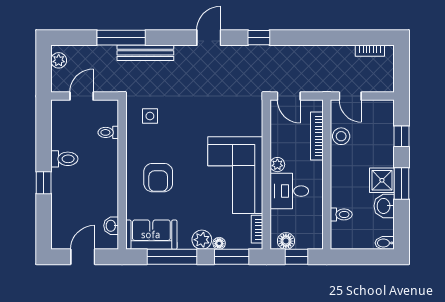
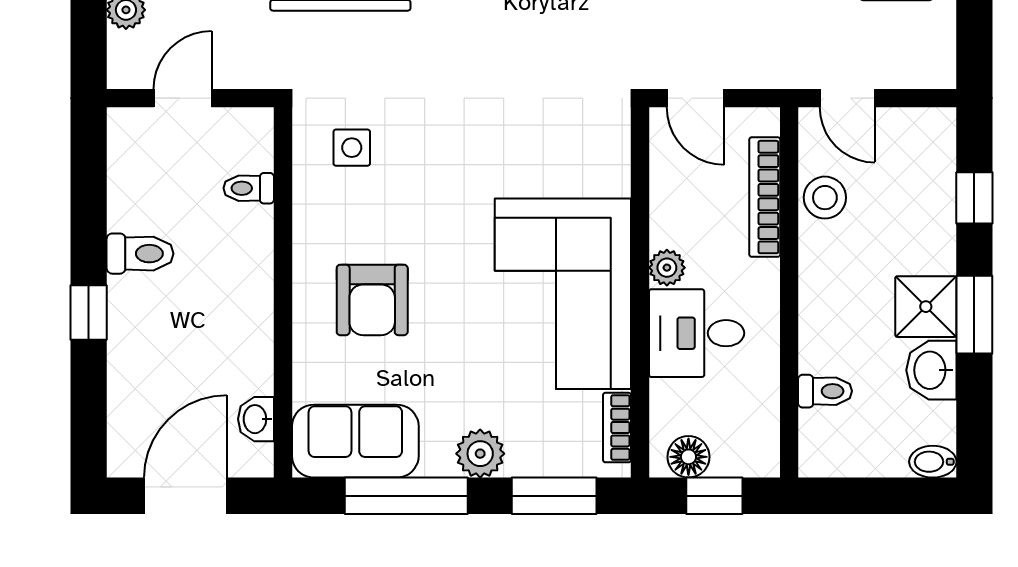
floor lamp: (219, 243) -> (523, 463), removed
door: (83, 257) -> (185, 496), width x1.38

